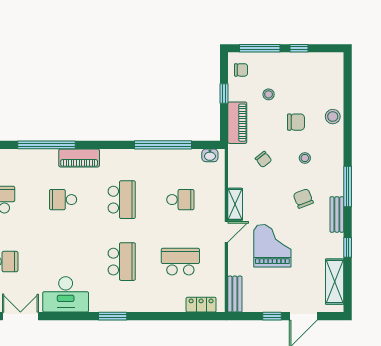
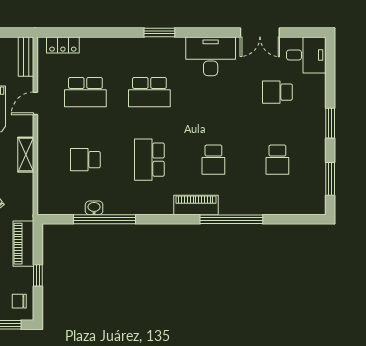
washbasin: (210, 155) -> (94, 208), moved
school desk: (63, 200) -> (213, 160), turned 90
door: (226, 232) -> (35, 103), moved
school desk: (122, 262) -> (149, 92), turned -90

